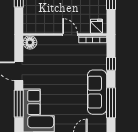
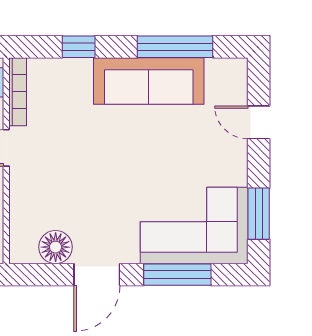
floor lamp: (30, 42) -> (56, 247), moved

